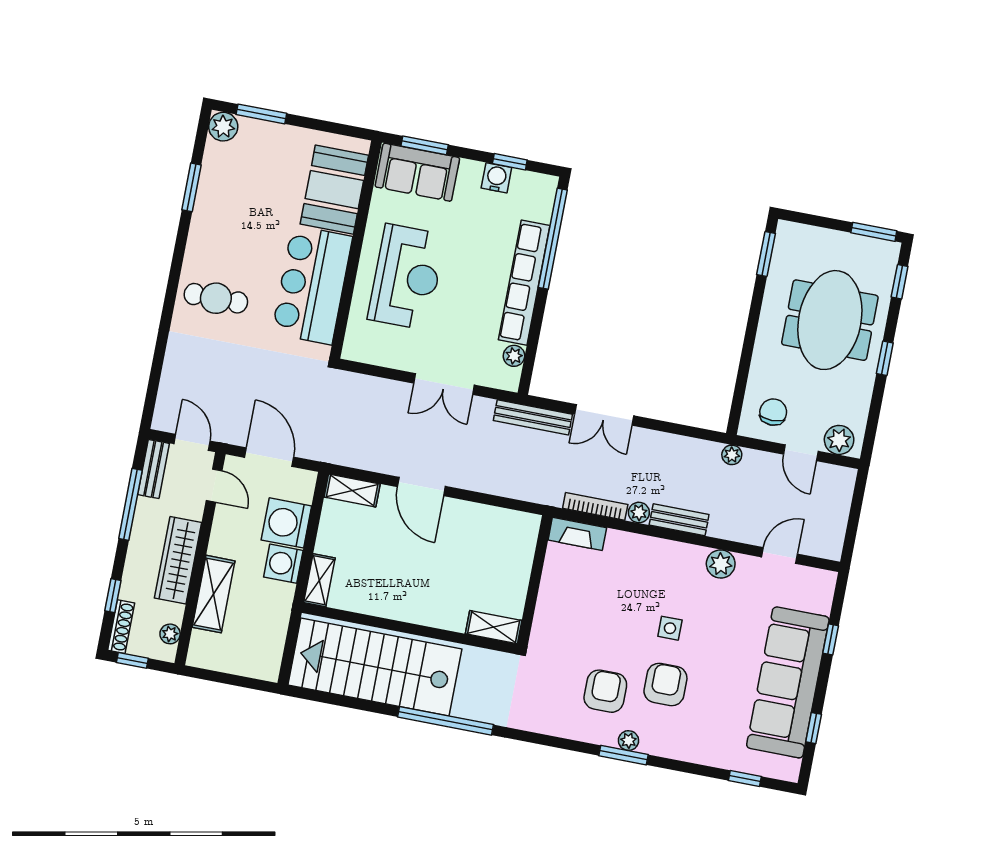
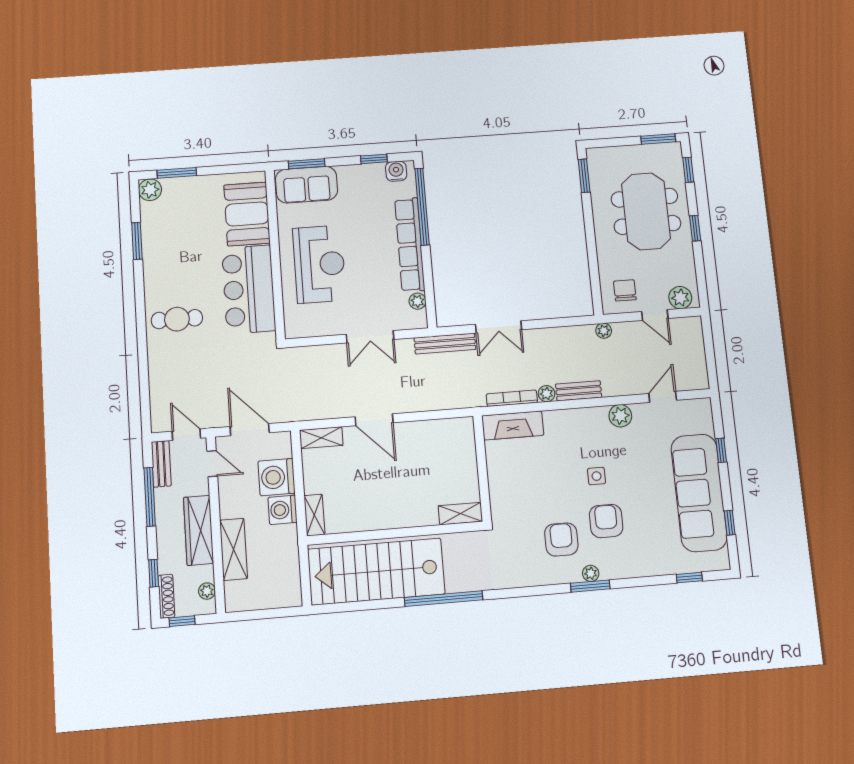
water cooler: (496, 178) -> (396, 171), moved
fireplace: (577, 534) -> (513, 425), width x1.37, depth x1.32

